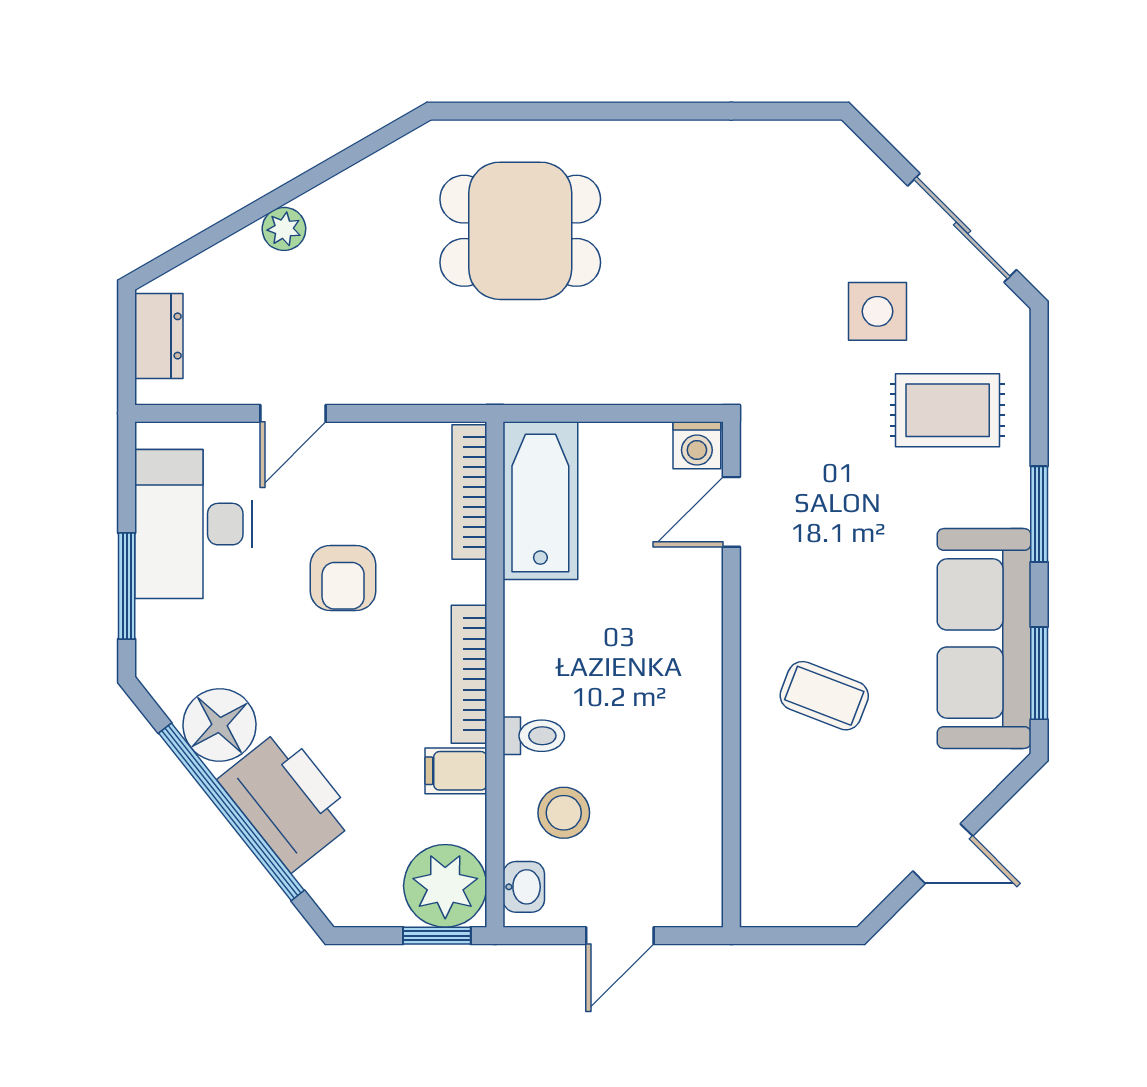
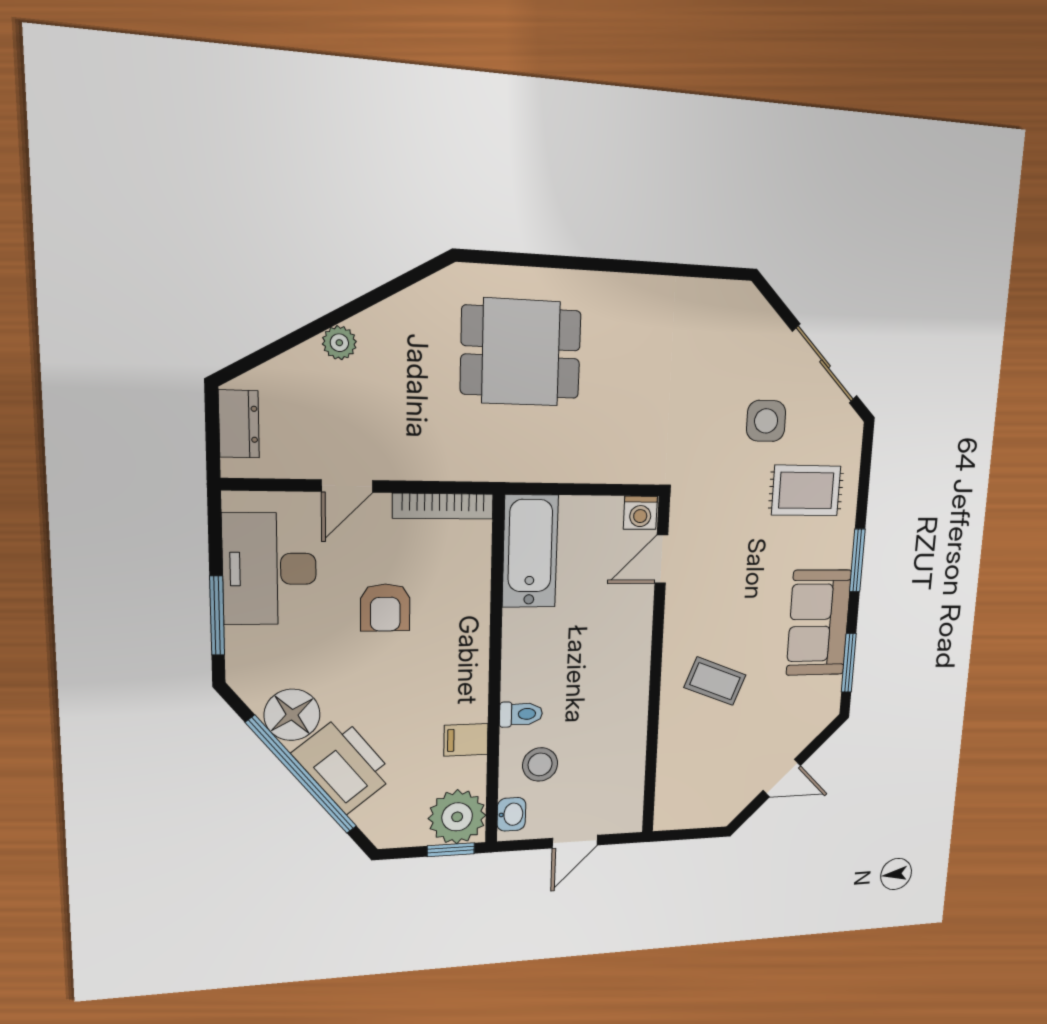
bookcase: (469, 492) -> (443, 506), moved, turned -90
sofa: (984, 639) -> (819, 623), width x0.73
bookcase: (469, 674) -> (476, 674), removed

